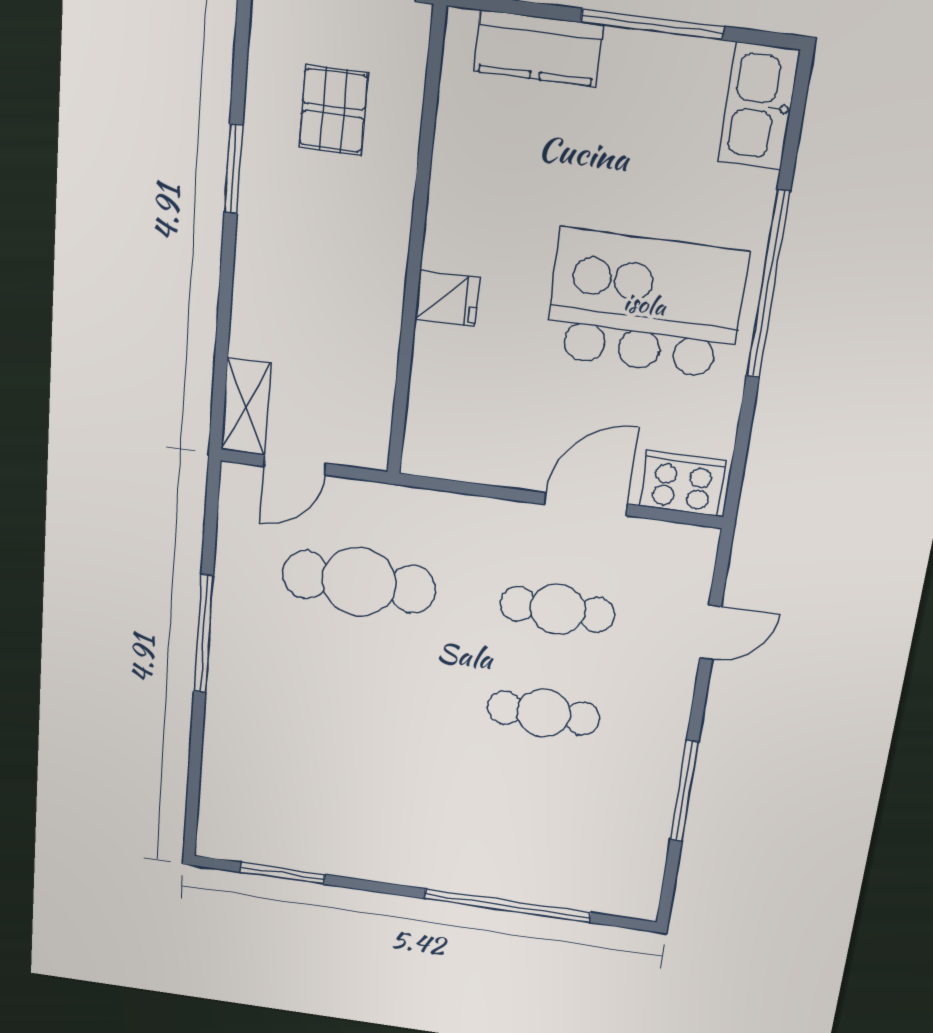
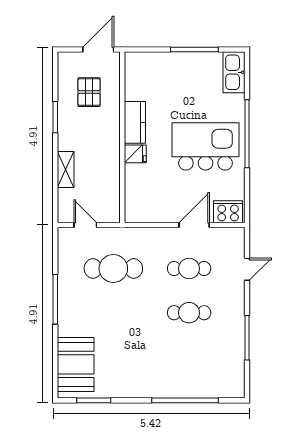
kitchen counter: (538, 48) -> (135, 122), moved, turned -90
shelving: (246, 407) -> (66, 169), moved
door: (295, 465) -> (85, 225), swing flipped
booth: (244, 789) -> (76, 364), added

